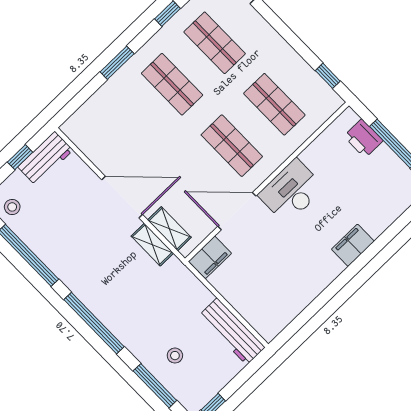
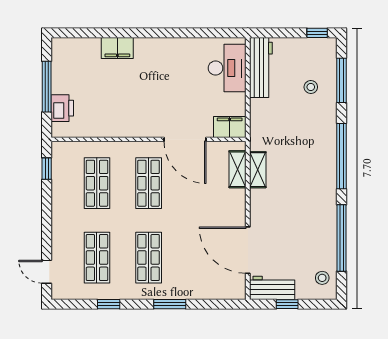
desk: (291, 191) -> (227, 68), moved, turned -90
door: (122, 197) -> (248, 250), moved
filing cabinet: (353, 245) -> (117, 48), moved

